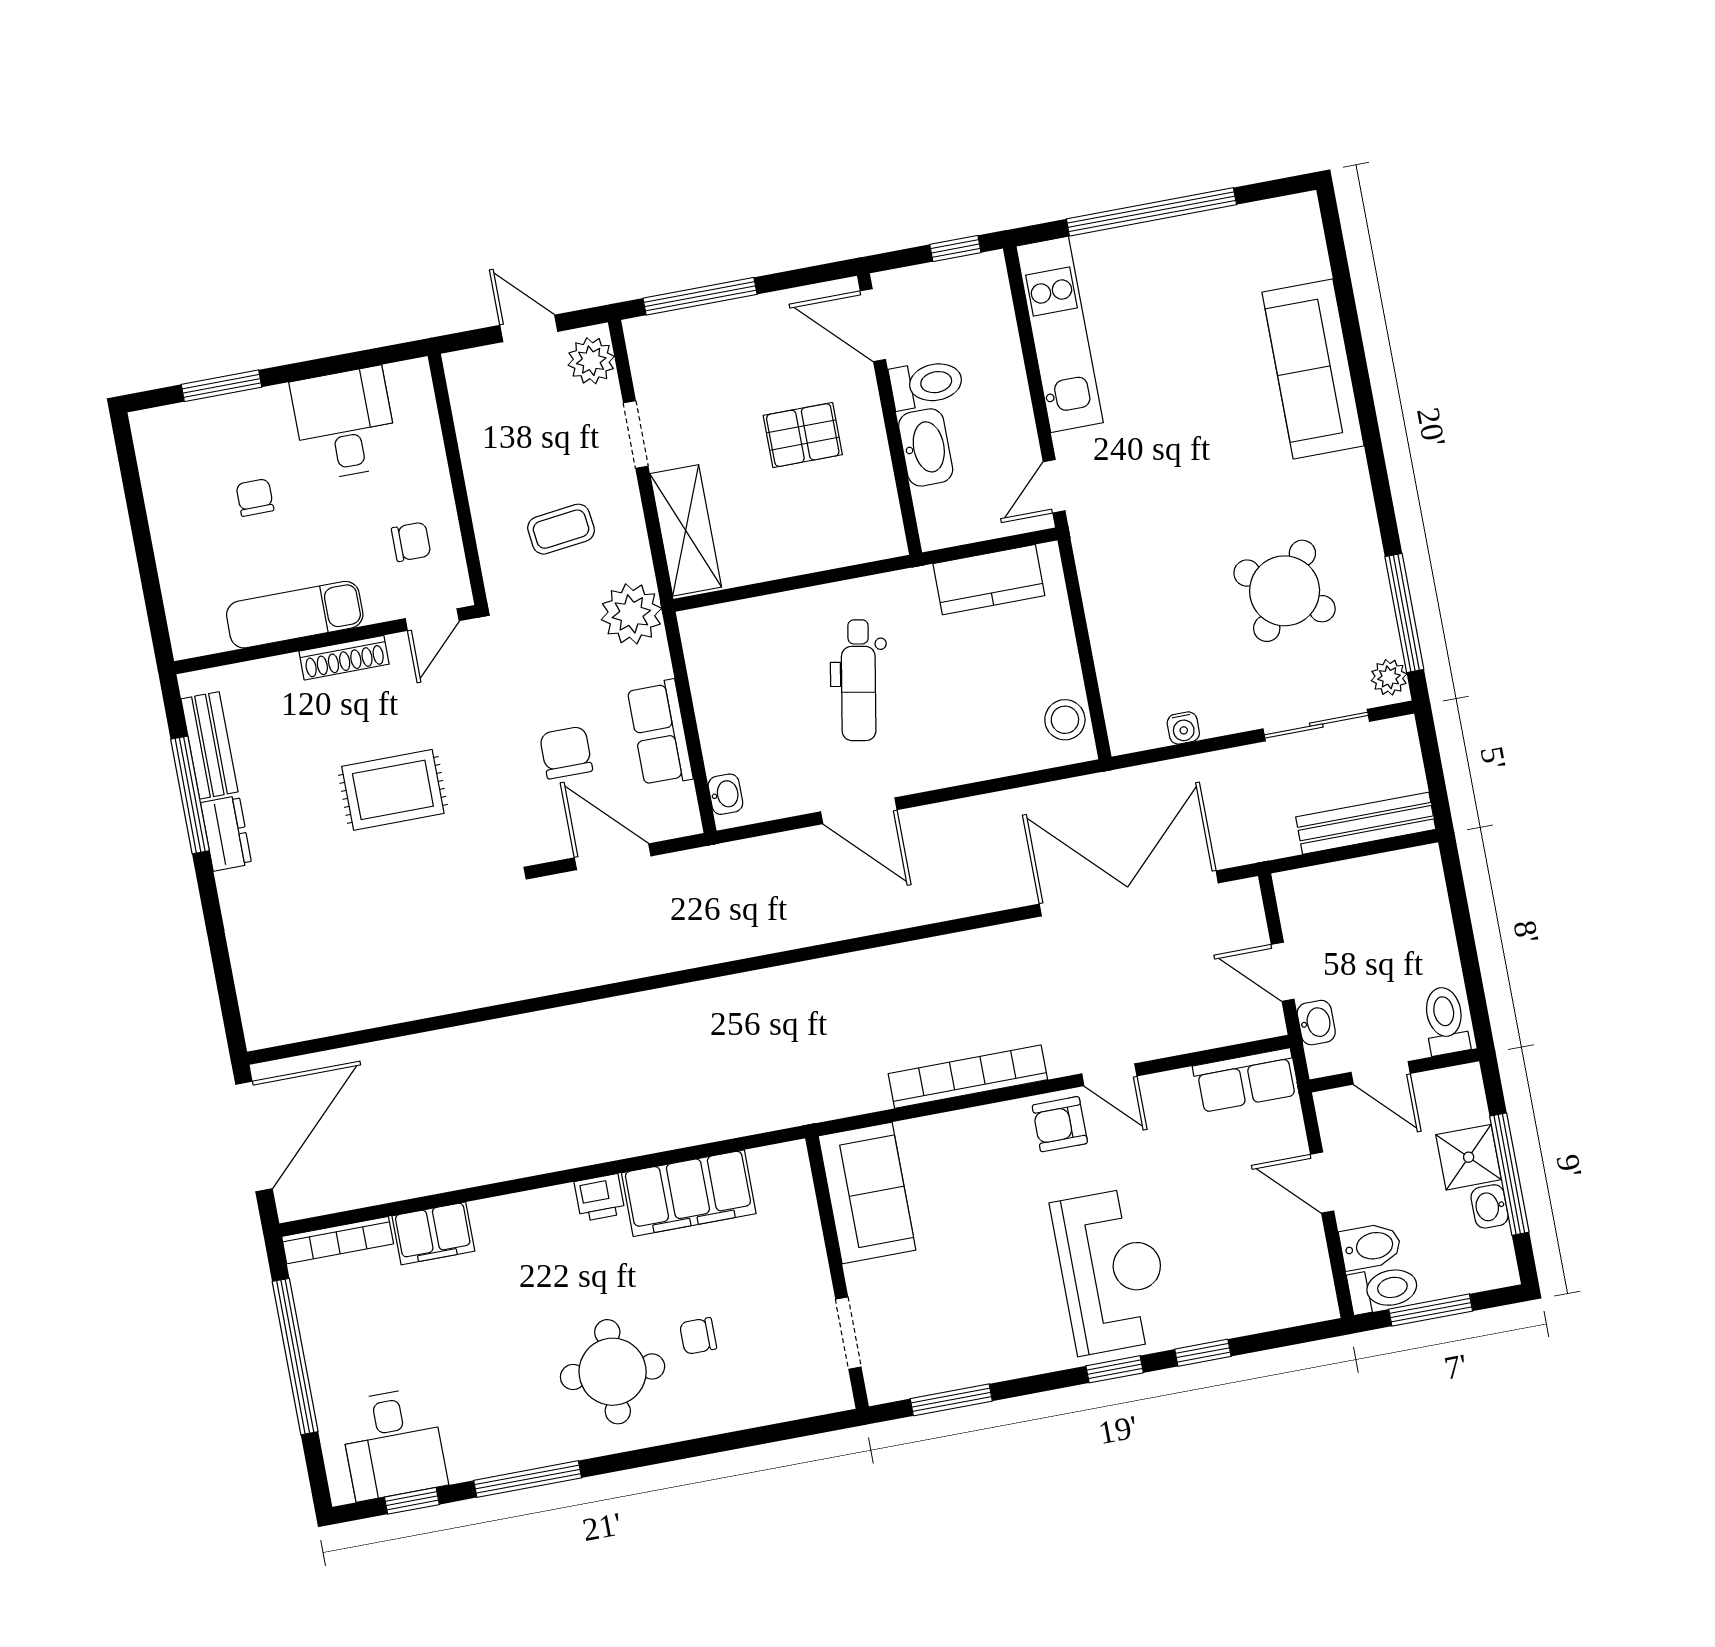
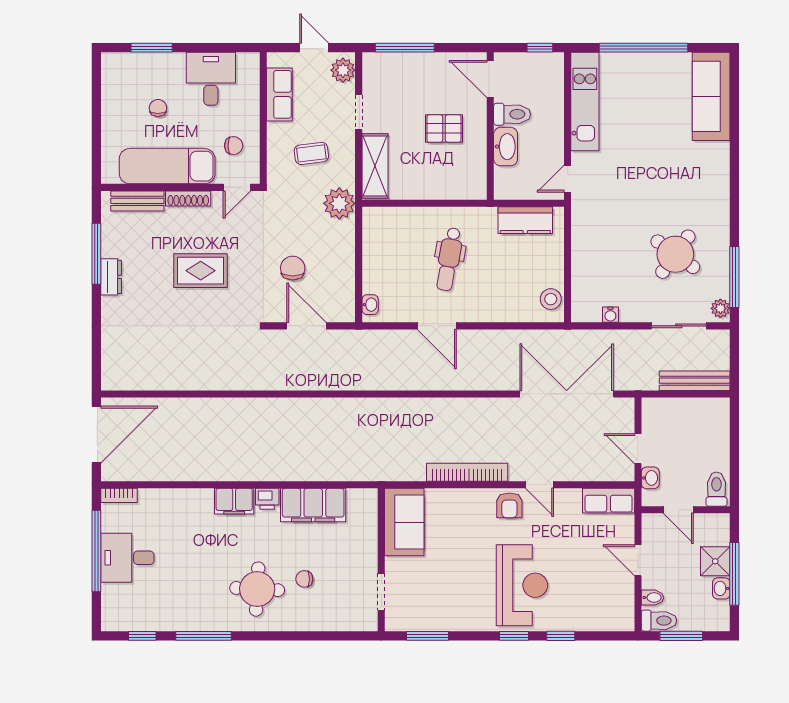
sofa: (1313, 369) -> (711, 96), moved
exam couch: (295, 615) -> (167, 166), width x1.36, depth x1.45
row of seats: (660, 733) -> (279, 94), moved, turned 180
bench: (209, 745) -> (137, 201), moved, turned 90
armchair: (1060, 1124) -> (509, 505), turned -90
filing cabinet: (433, 1233) -> (234, 501), moved
bookcase: (338, 1240) -> (119, 495), width x0.64
bidet: (1370, 1246) -> (653, 598), width x0.72, depth x0.74
desk: (393, 1444) -> (127, 558), moved, turned 90

